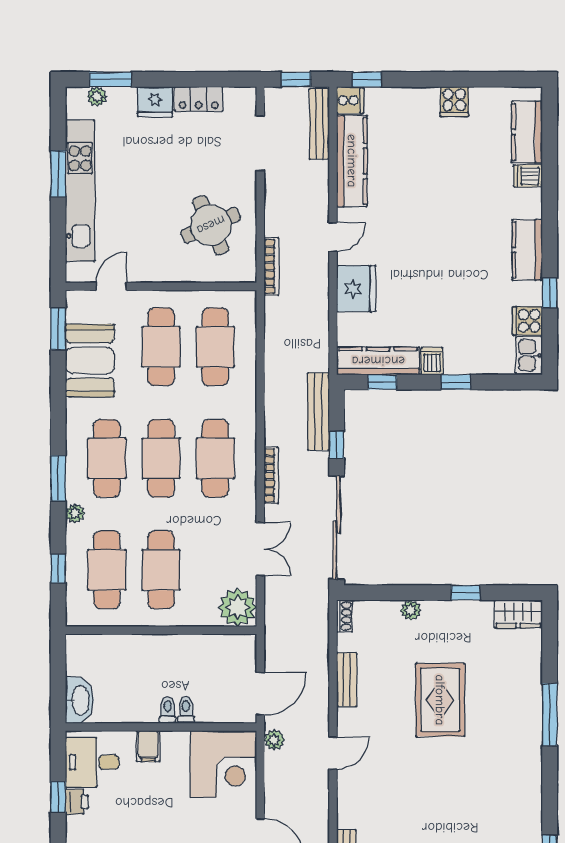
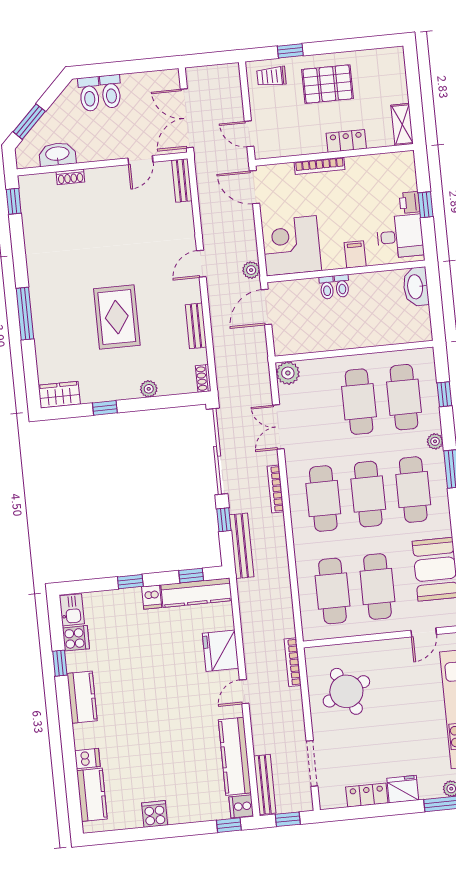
plant: (238, 607) -> (288, 373), width x0.73, depth x0.73

